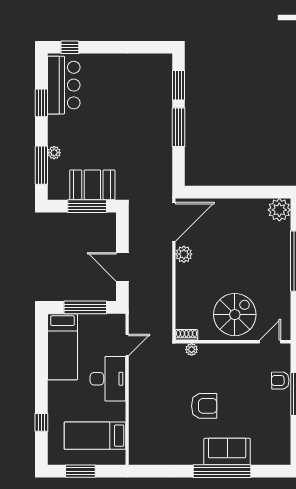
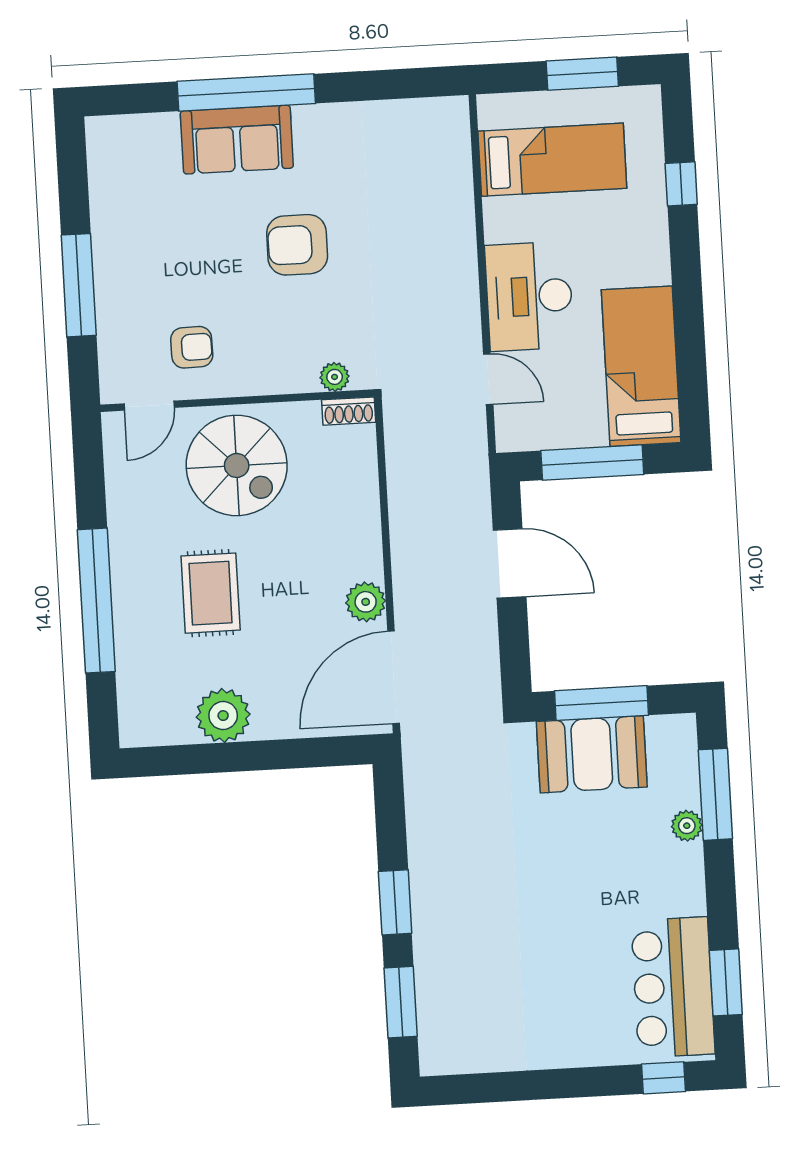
window: (41, 103) -> (726, 982), moved
window: (179, 127) -> (395, 902), width x0.69
plant: (279, 210) -> (223, 716), moved
rug: (249, 262) -> (211, 593), added
spiral stairs: (235, 315) -> (237, 465), turned -90
door: (127, 345) -> (488, 379), swing flipped
armchair: (280, 380) -> (192, 347), moved

